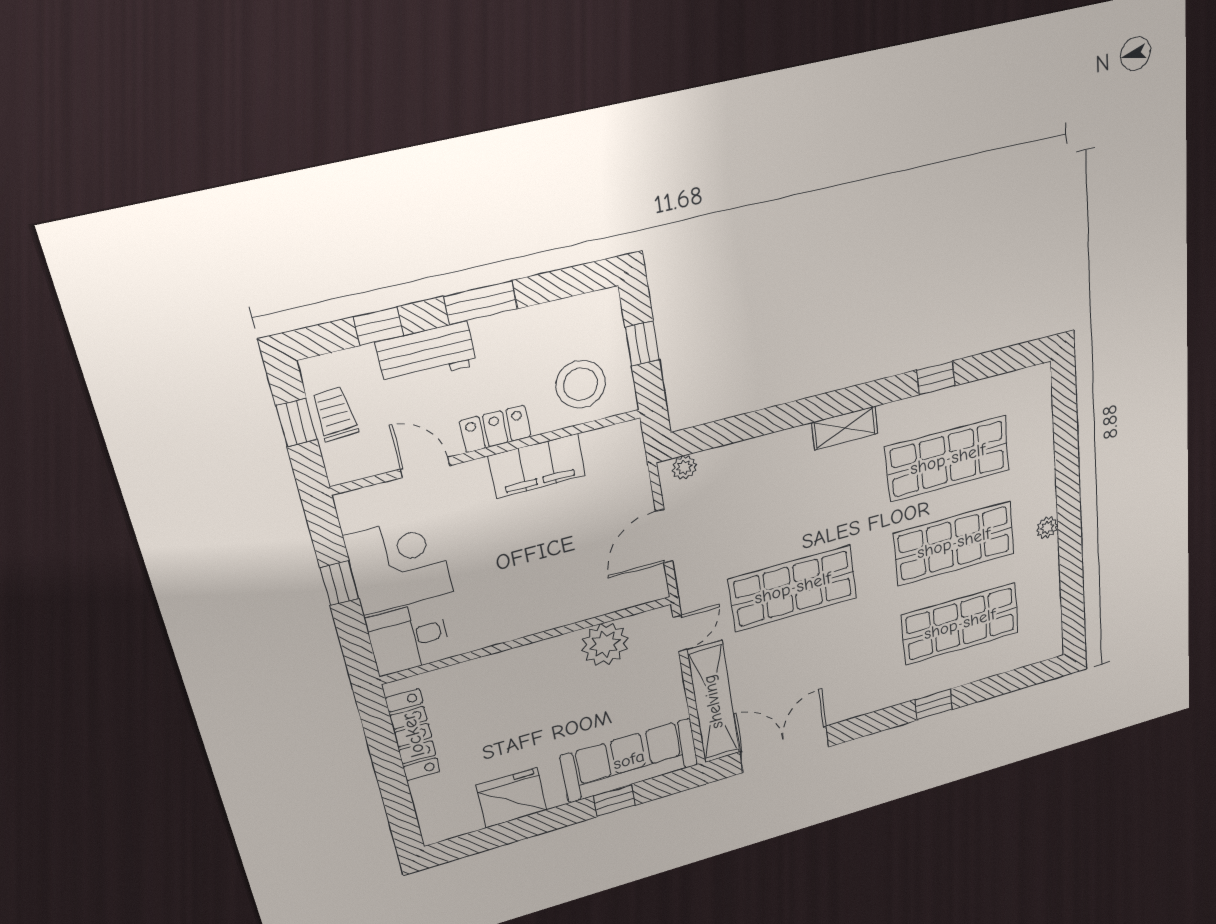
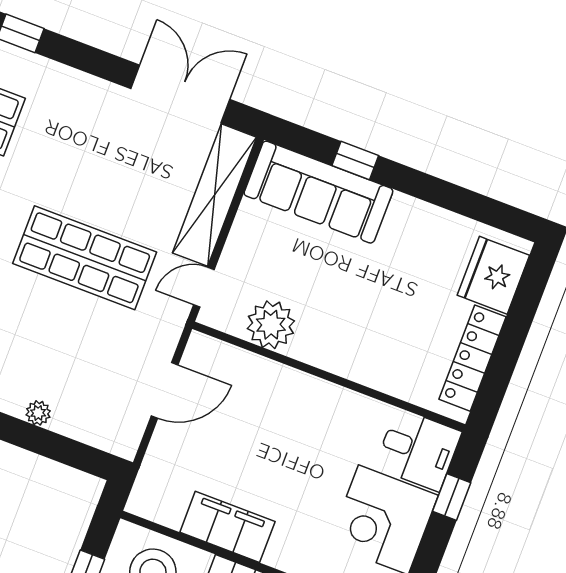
plant: (684, 467) -> (38, 413), moved
window: (339, 583) -> (452, 497), moved
double door: (785, 749) -> (180, 94), swing flipped
fridge: (512, 798) -> (493, 275), moved, turned 90

